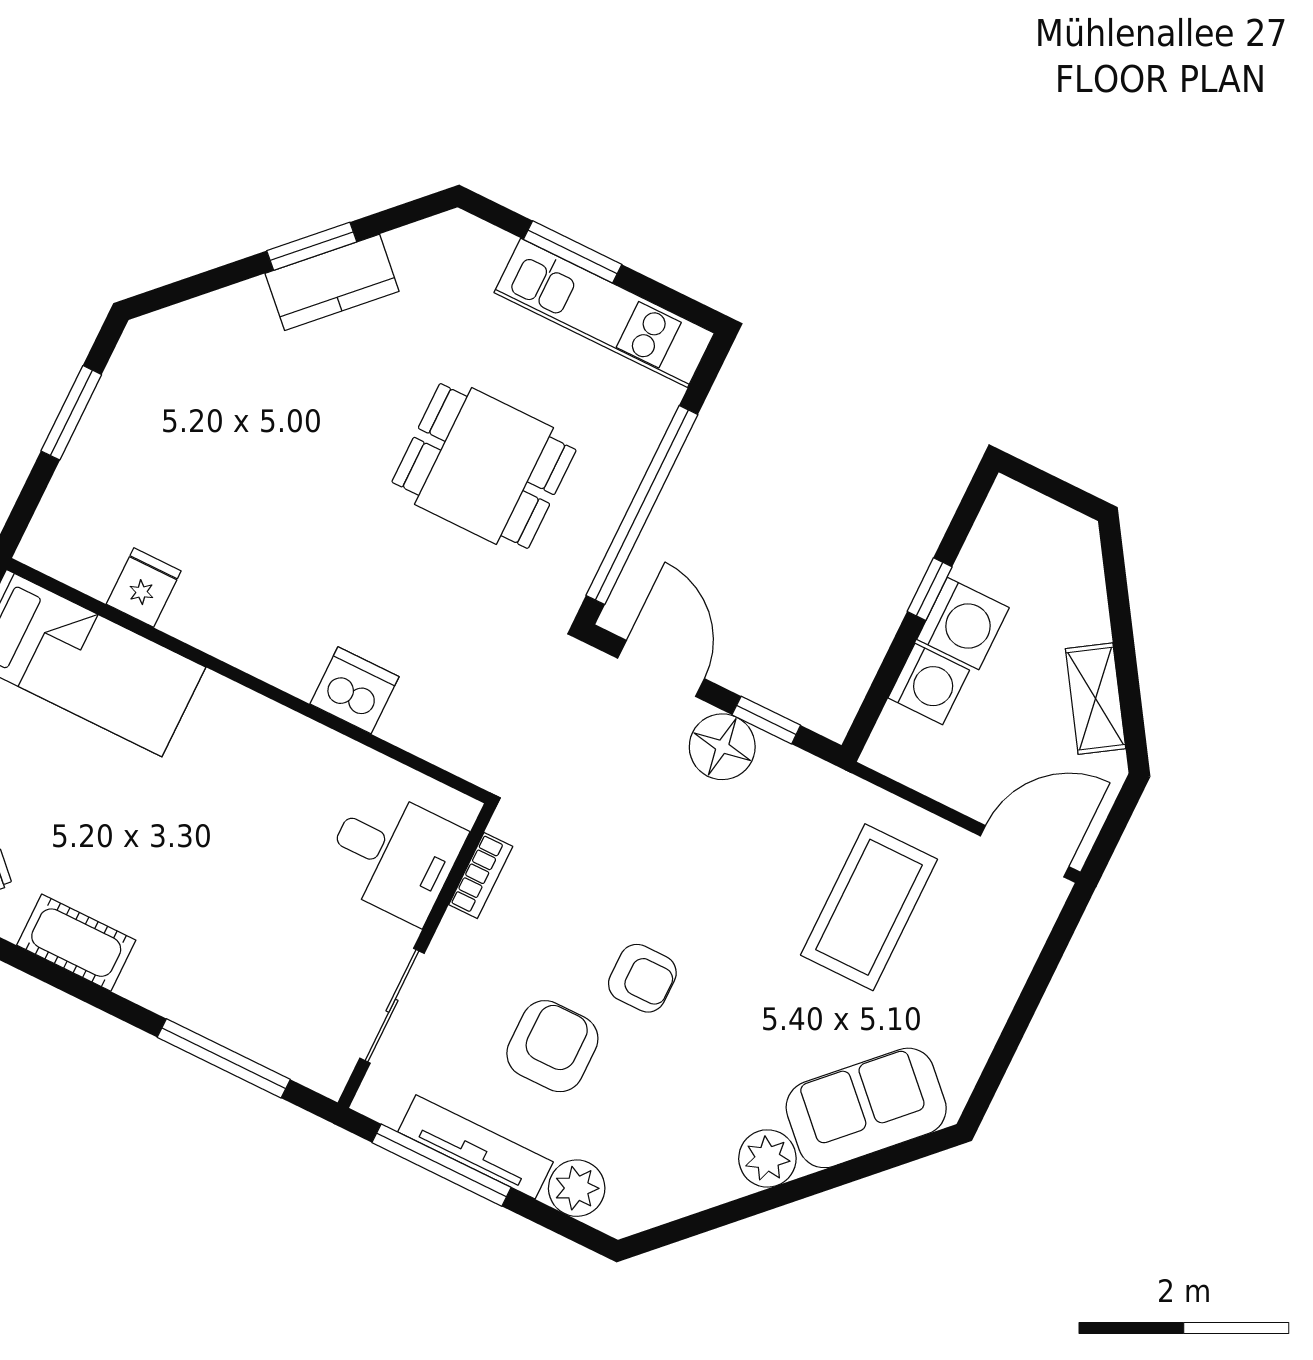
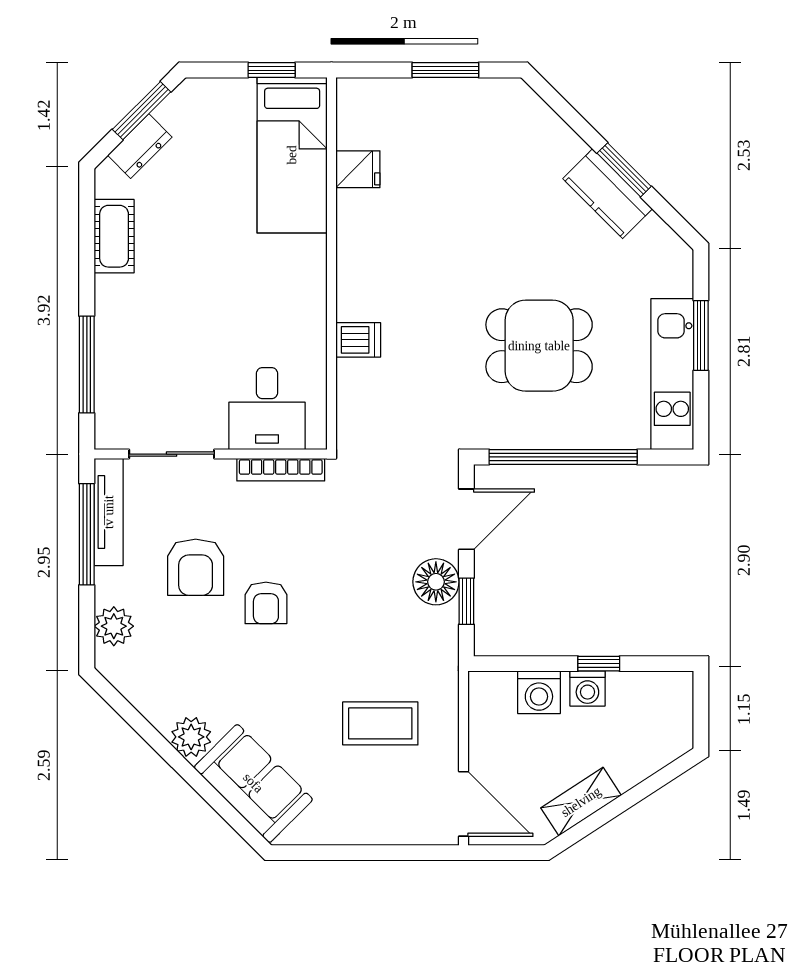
dining table: (484, 466) -> (539, 346), turned 90
washing machine: (963, 624) -> (587, 689), width x0.73, depth x0.73
dishwasher: (354, 690) -> (358, 340), width x0.73
bookcase: (481, 875) -> (281, 470), width x1.56
coffee table: (869, 907) -> (380, 723), width x0.73, depth x0.76
armchair: (552, 1046) -> (196, 567), turned 90
tv unit: (476, 1147) -> (109, 512), moved

